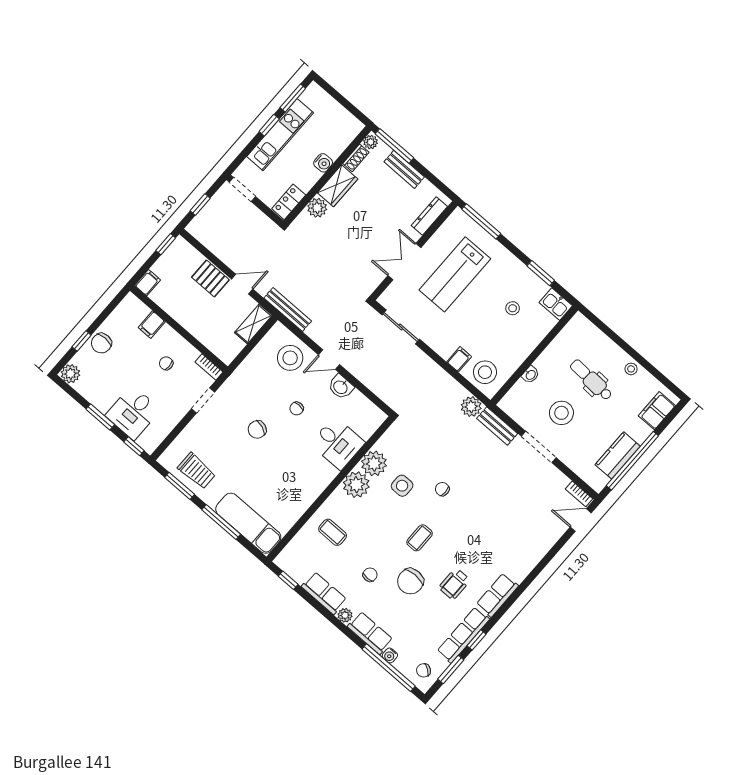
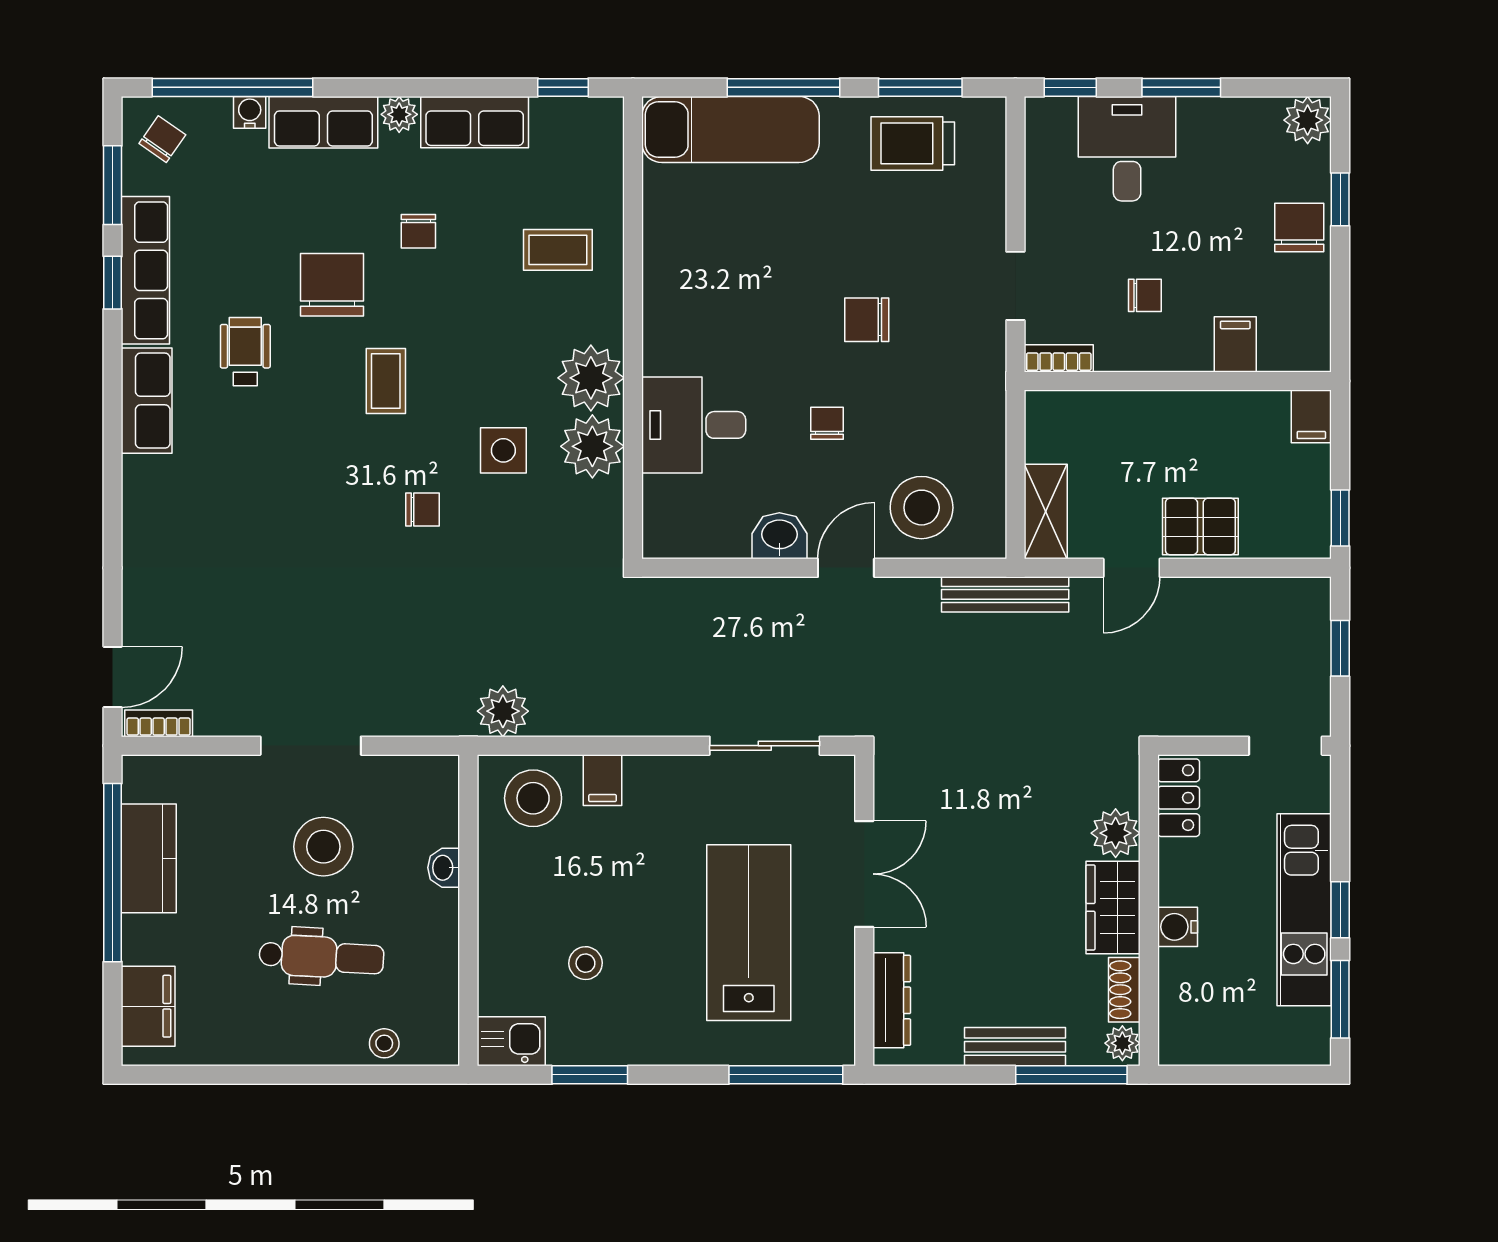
stool: (631, 369) -> (384, 1043), moved
bench: (497, 426) -> (423, 717), removed
chair: (257, 429) -> (867, 320), turned -110

